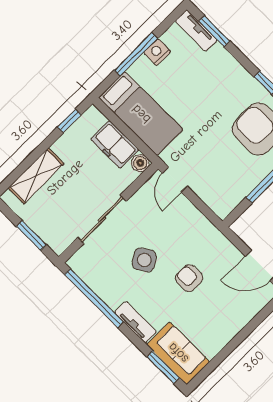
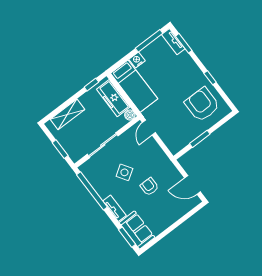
nightstand: (157, 52) -> (137, 60), moved
window: (136, 54) -> (149, 41), moved
freezer: (115, 144) -> (113, 98), width x1.40

